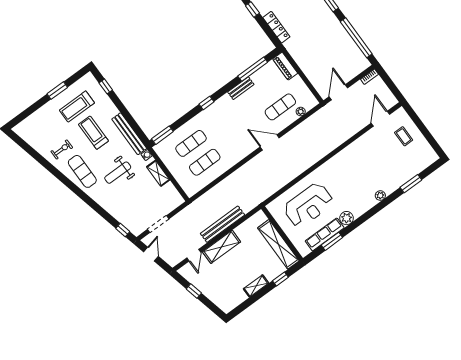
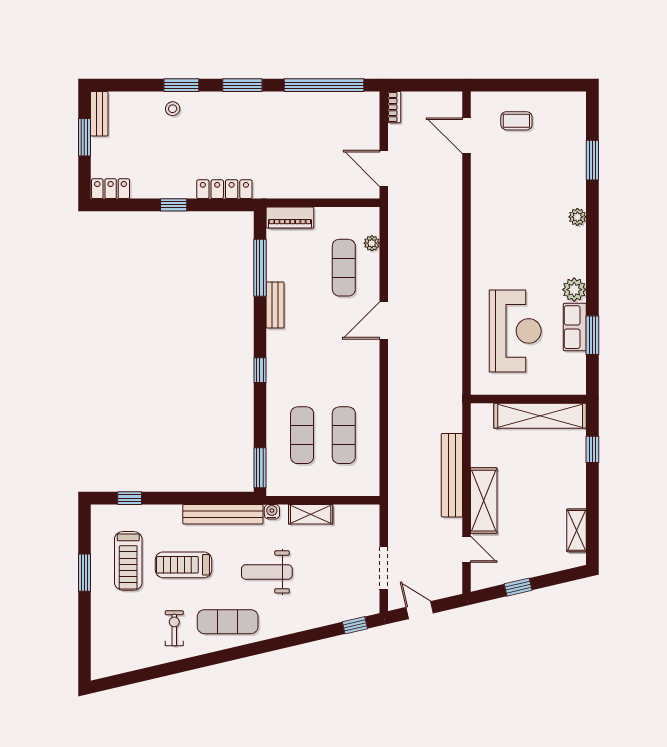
weight bench: (118, 173) -> (267, 572), turned 90
row of seats: (325, 234) -> (575, 327), width x0.68
shelving: (256, 286) -> (577, 530), moved

